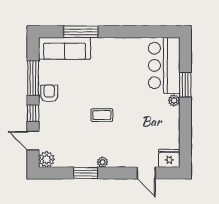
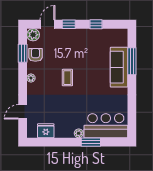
sofa: (65, 48) -> (119, 67), moved
window: (33, 78) -> (96, 24), width x0.46
armchair: (49, 93) -> (35, 55), moved, turned -90
fridge: (169, 158) -> (46, 131), moved, turned -90
window: (86, 173) -> (23, 53), moved

